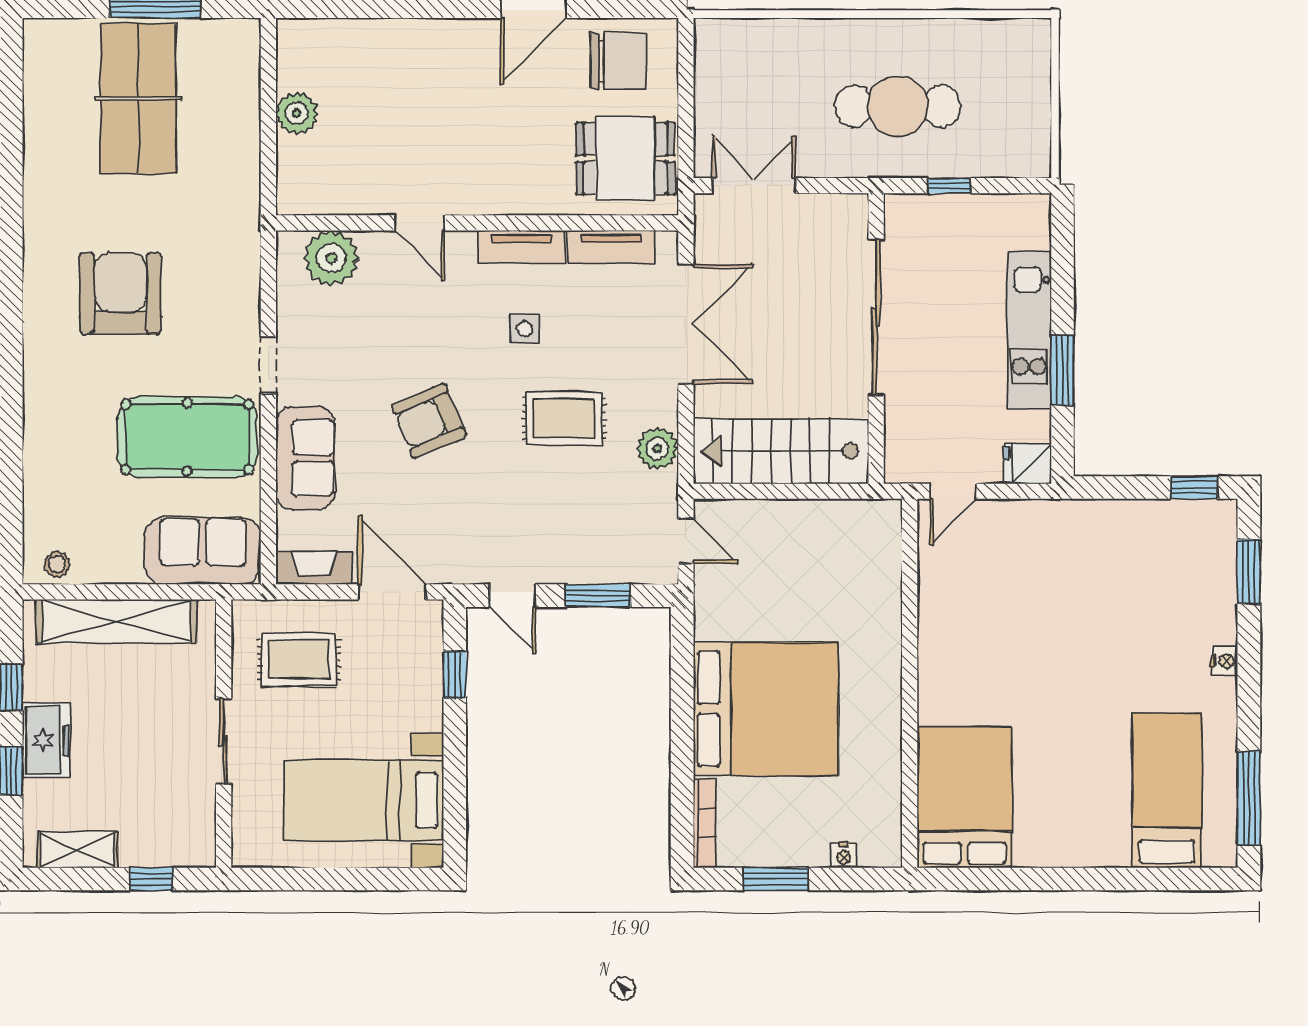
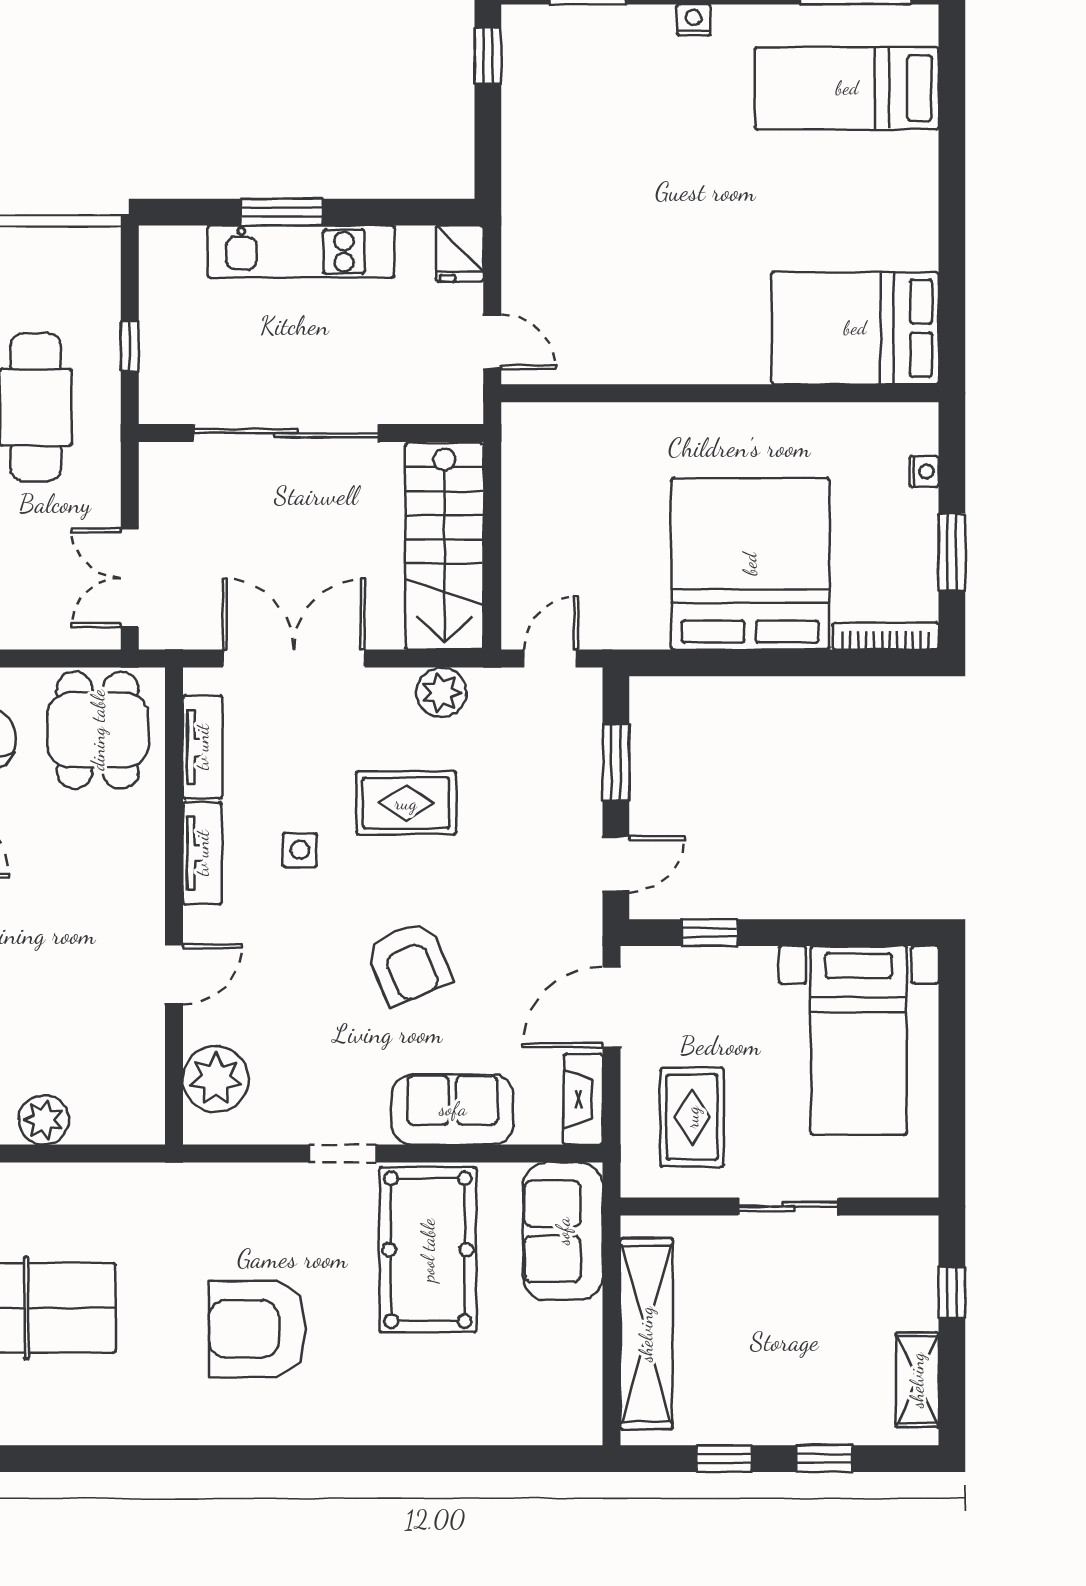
window: (1062, 370) -> (282, 212), moved
rug: (564, 419) -> (406, 803), turned 90
stool: (57, 564) -> (579, 1404), removed
freezer: (46, 740) -> (788, 1417), removed

